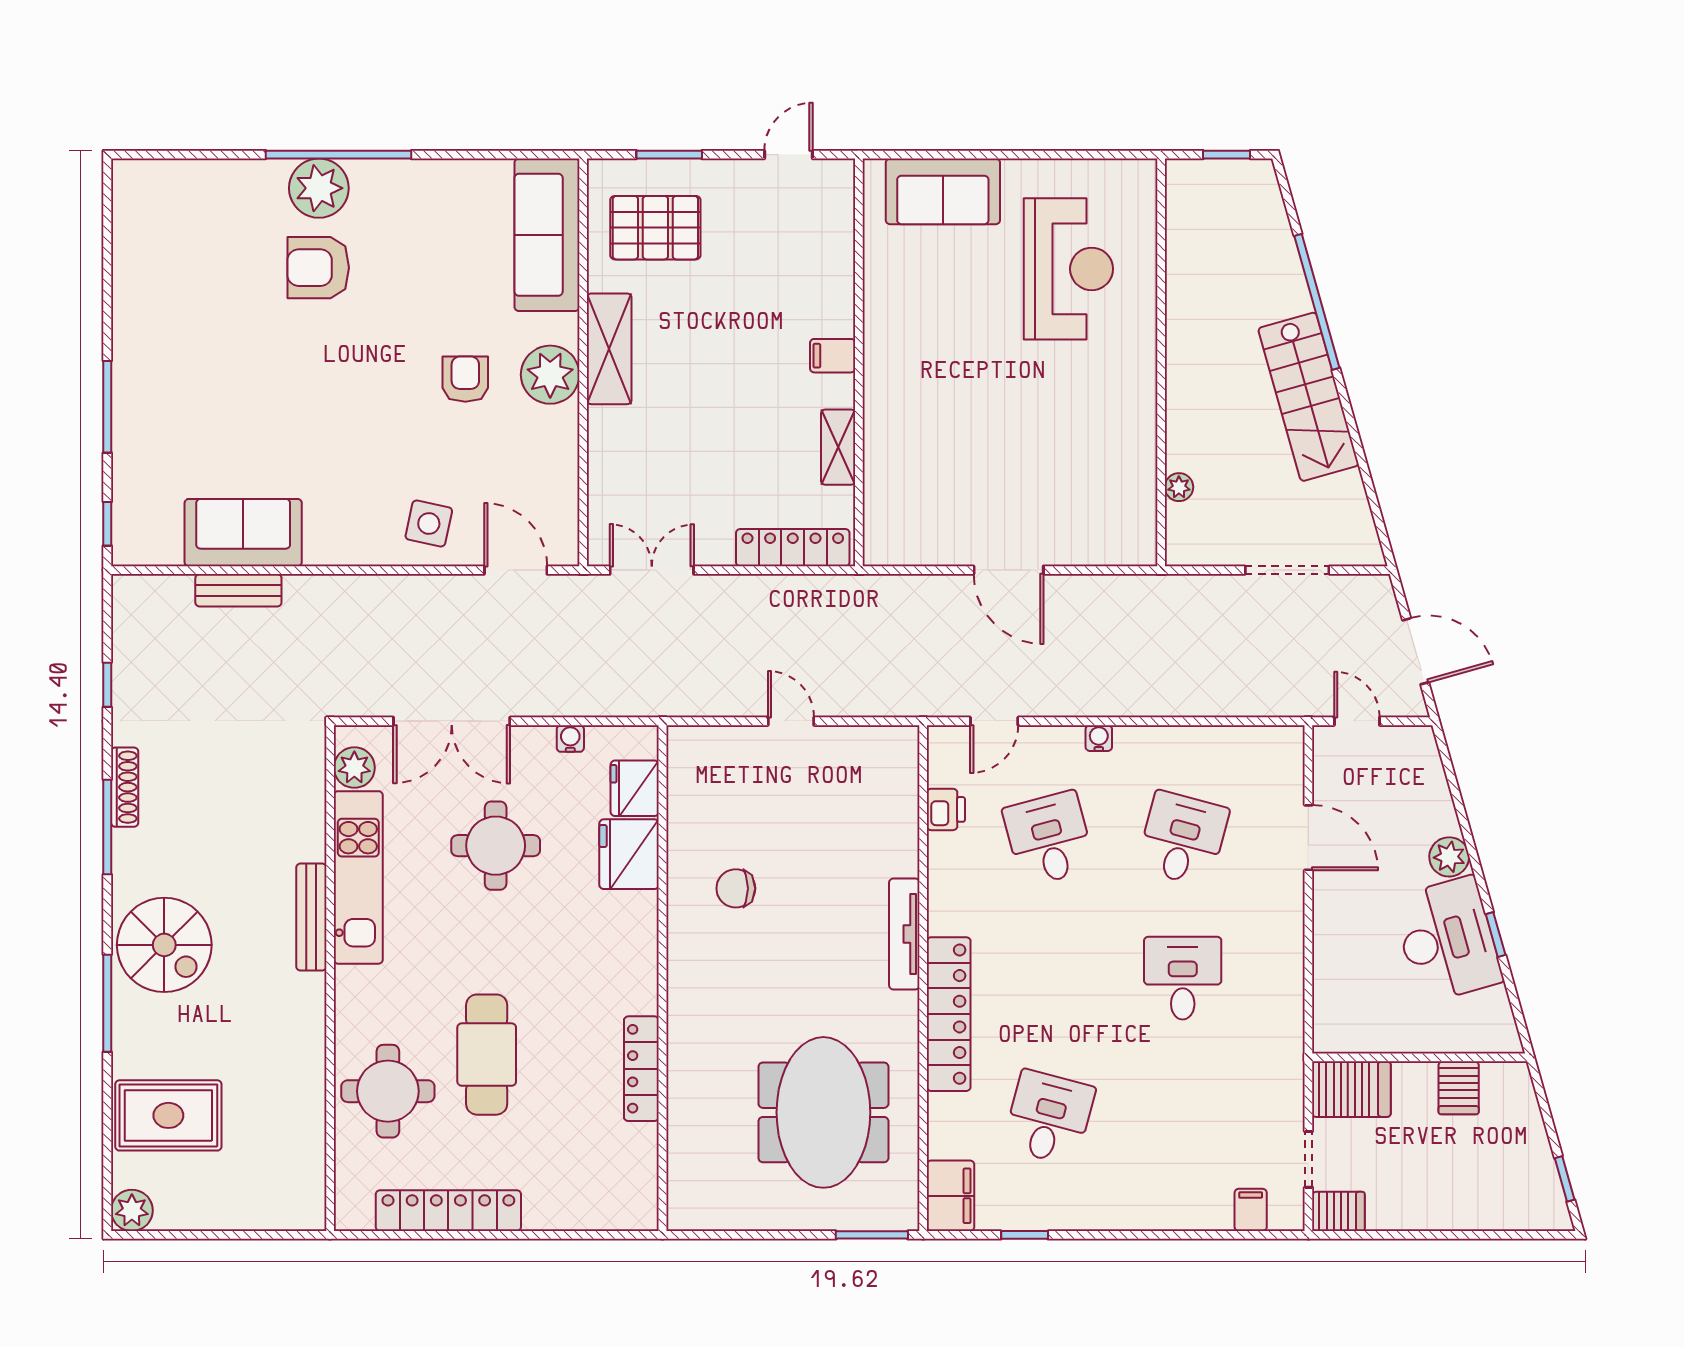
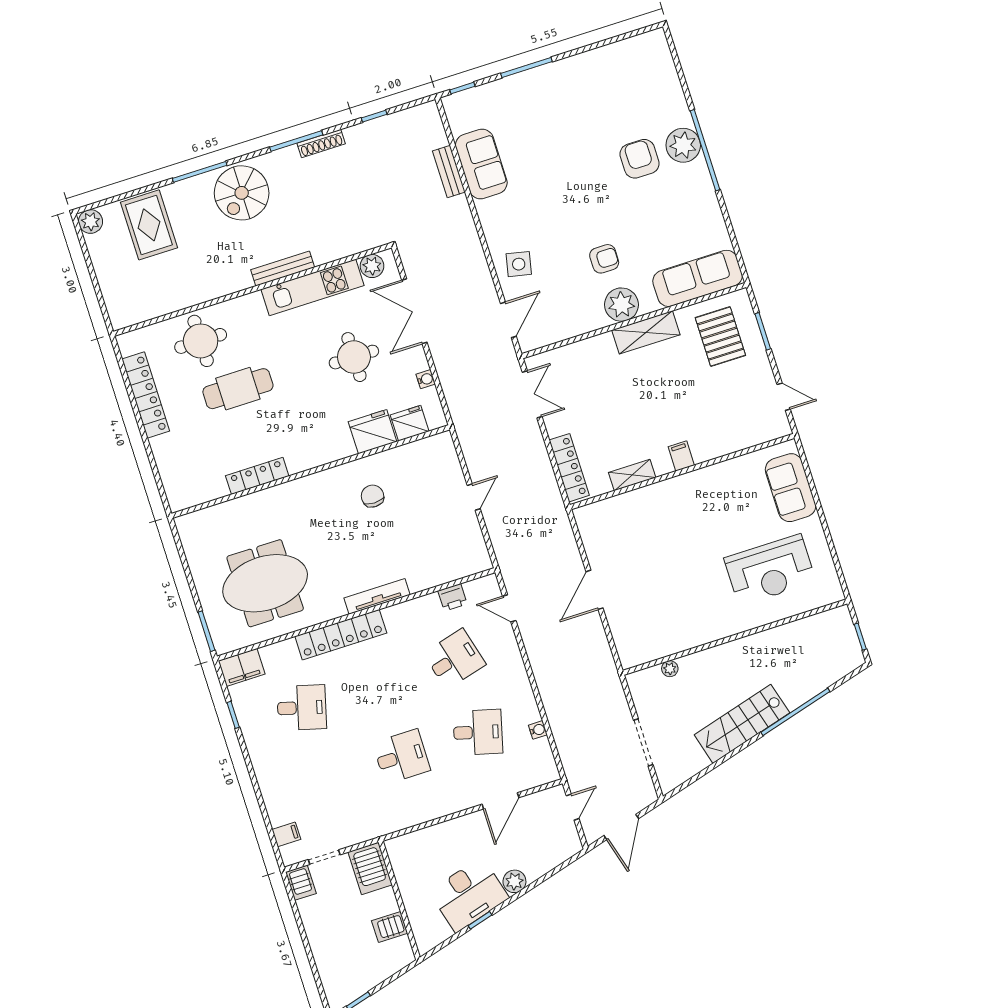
water cooler: (1099, 738) -> (538, 730), moved

